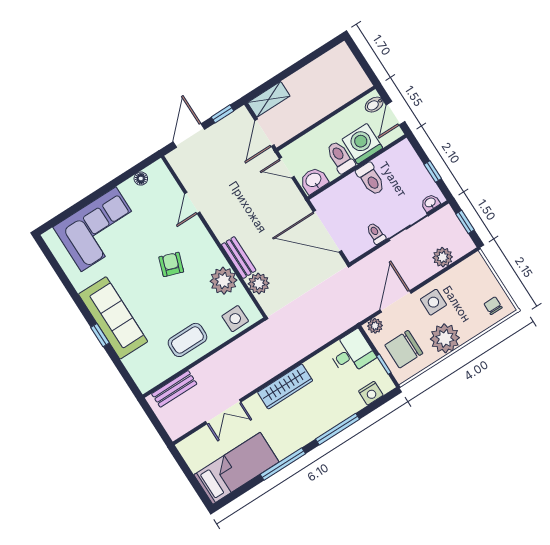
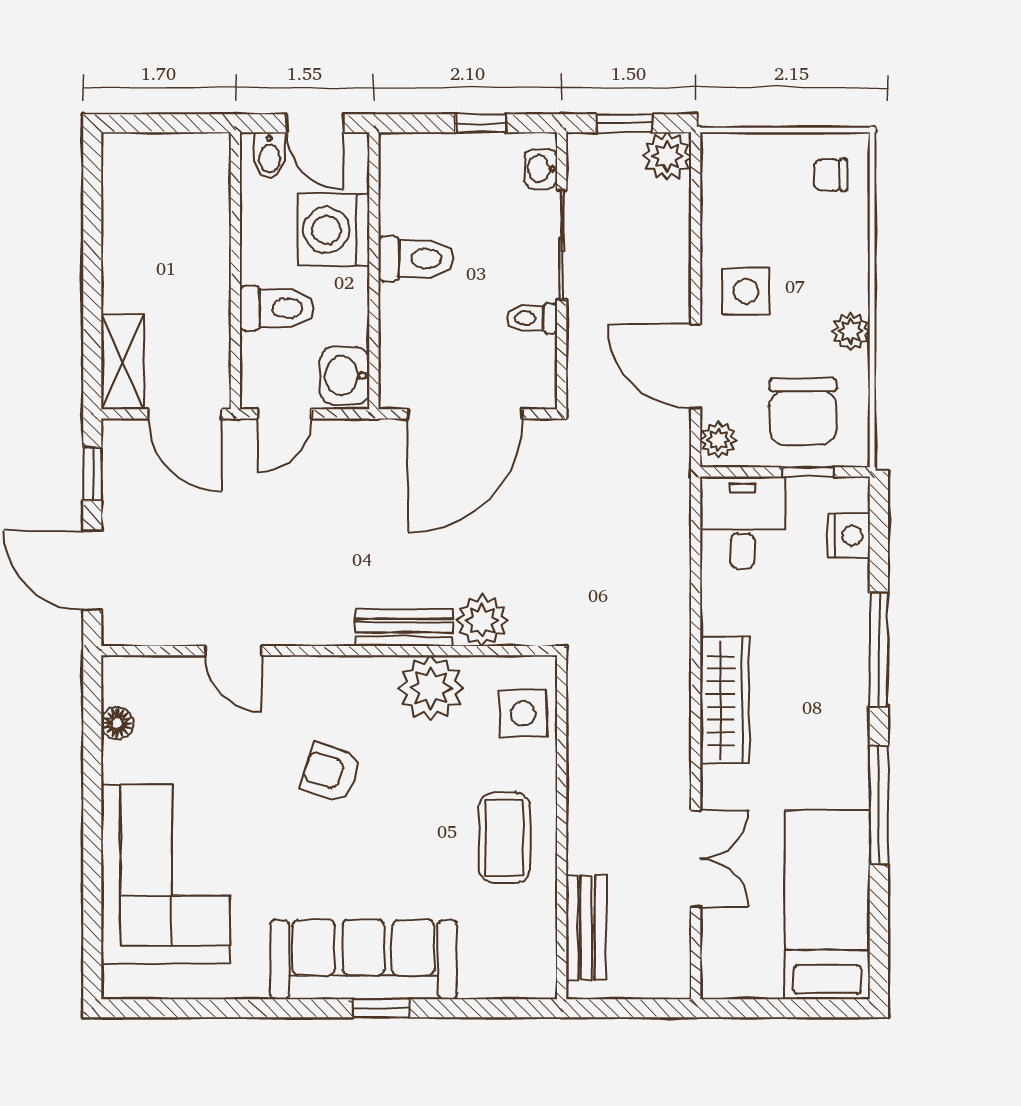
toilet: (340, 157) -> (277, 308), moved, turned 180
plant: (443, 257) -> (667, 156), moved
plant: (445, 338) -> (851, 331), width x0.53, depth x0.53

